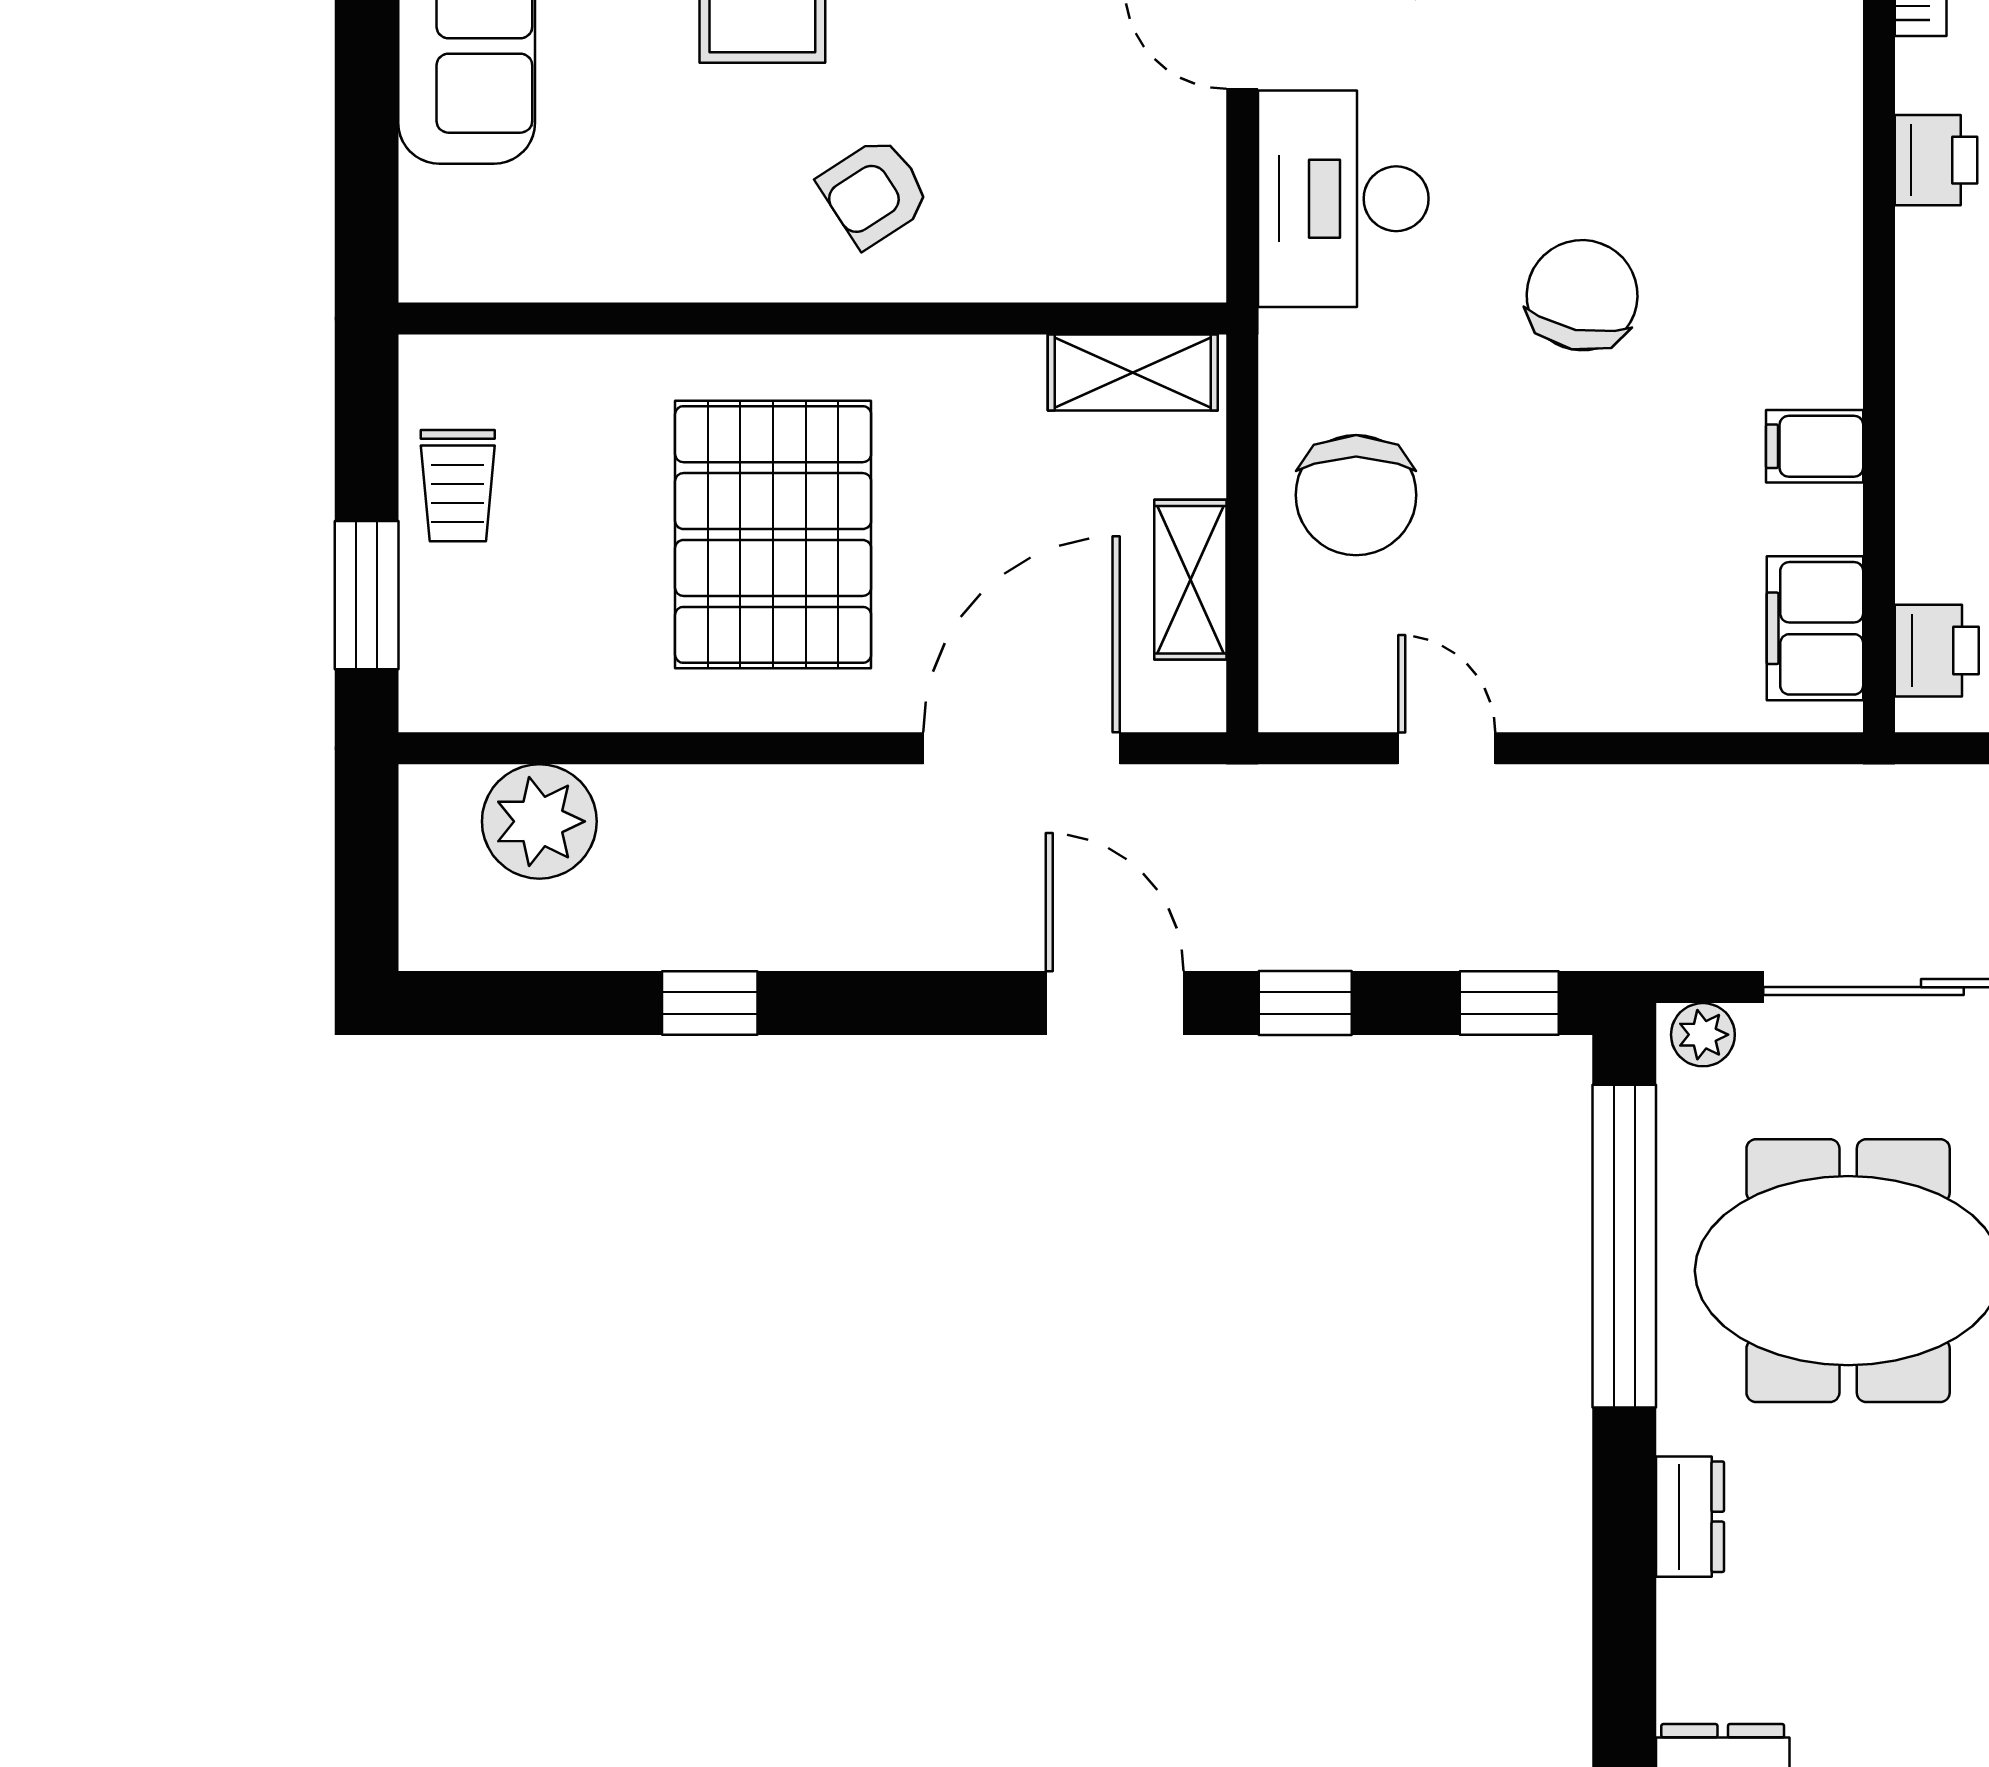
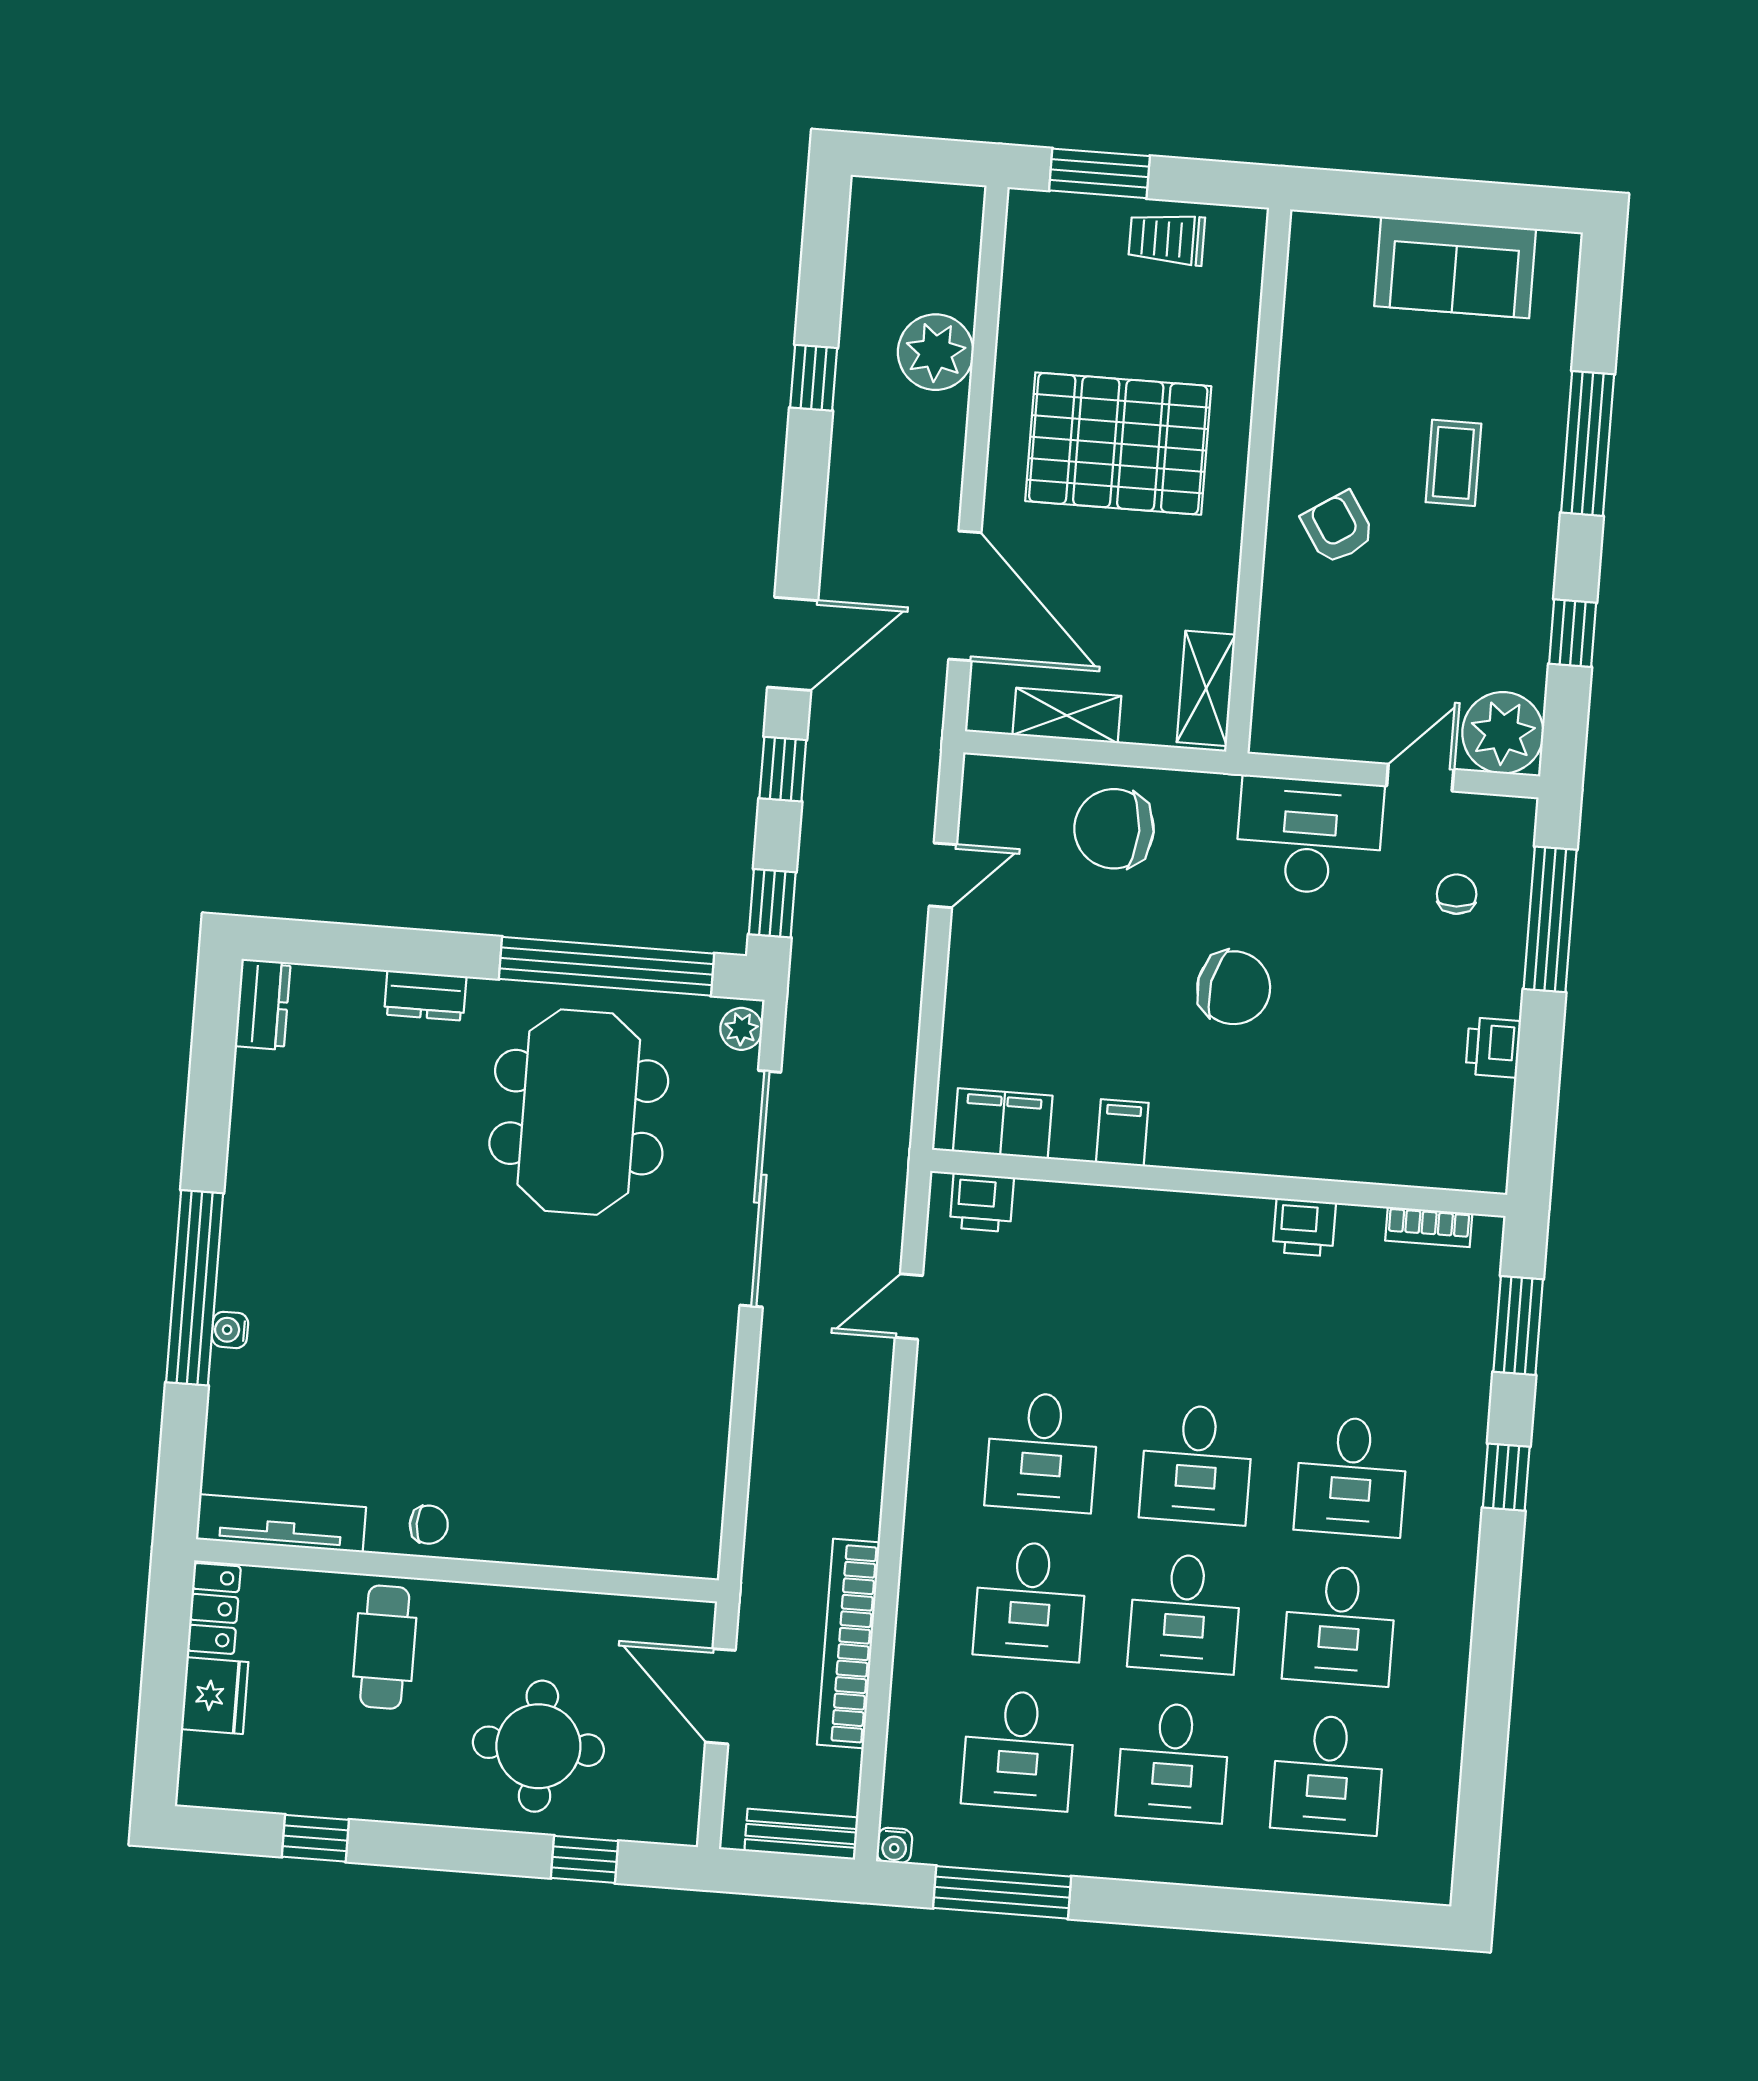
plant: (539, 821) -> (936, 352), moved

